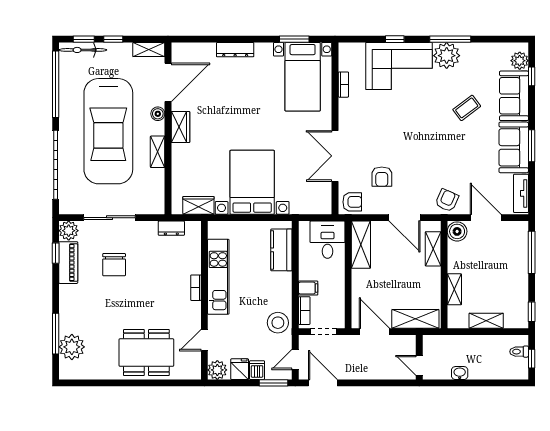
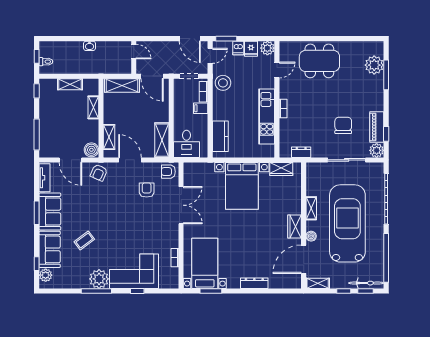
wall: (419, 357) -> (134, 57), moved
door: (419, 365) -> (134, 52), moved

